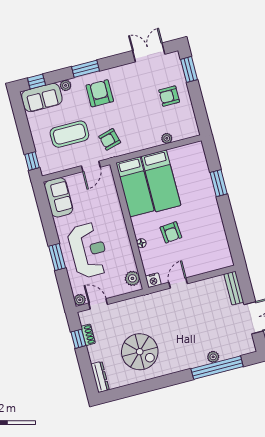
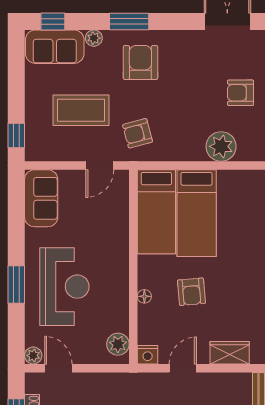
plant: (167, 138) -> (221, 146), width x1.87, depth x1.87
wardrobe: (206, 265) -> (230, 353), added

